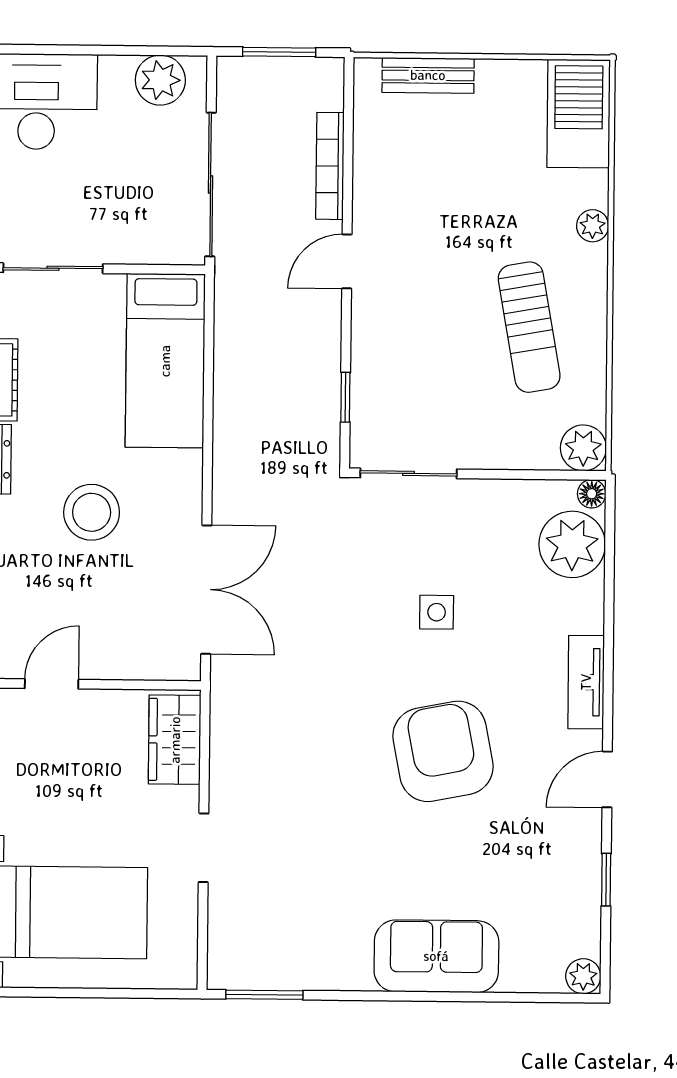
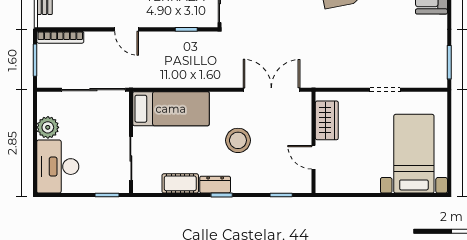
plant: (160, 80) -> (48, 127), moved
bookcase: (330, 166) -> (60, 37), moved
wardrobe: (175, 740) -> (327, 120), moved, turned -90

